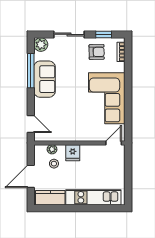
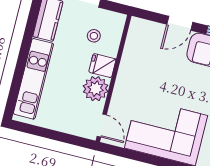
door: (31, 124) -> (180, 23), moved
plant: (52, 149) -> (96, 89), moved, width x1.87, depth x1.87

